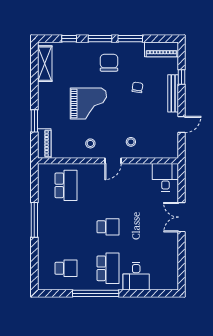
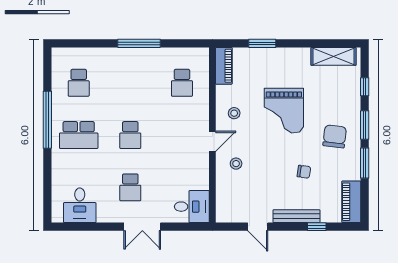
chair: (109, 63) -> (335, 136), turned -83
piano: (44, 144) -> (224, 66), moved, turned -90
door: (113, 161) -> (212, 141), swing flipped
school desk: (66, 185) -> (182, 83), width x0.54
double door: (182, 217) -> (142, 227), swing flipped
school desk: (150, 227) -> (130, 187), added
desk: (136, 276) -> (80, 205), moved, turned -90

